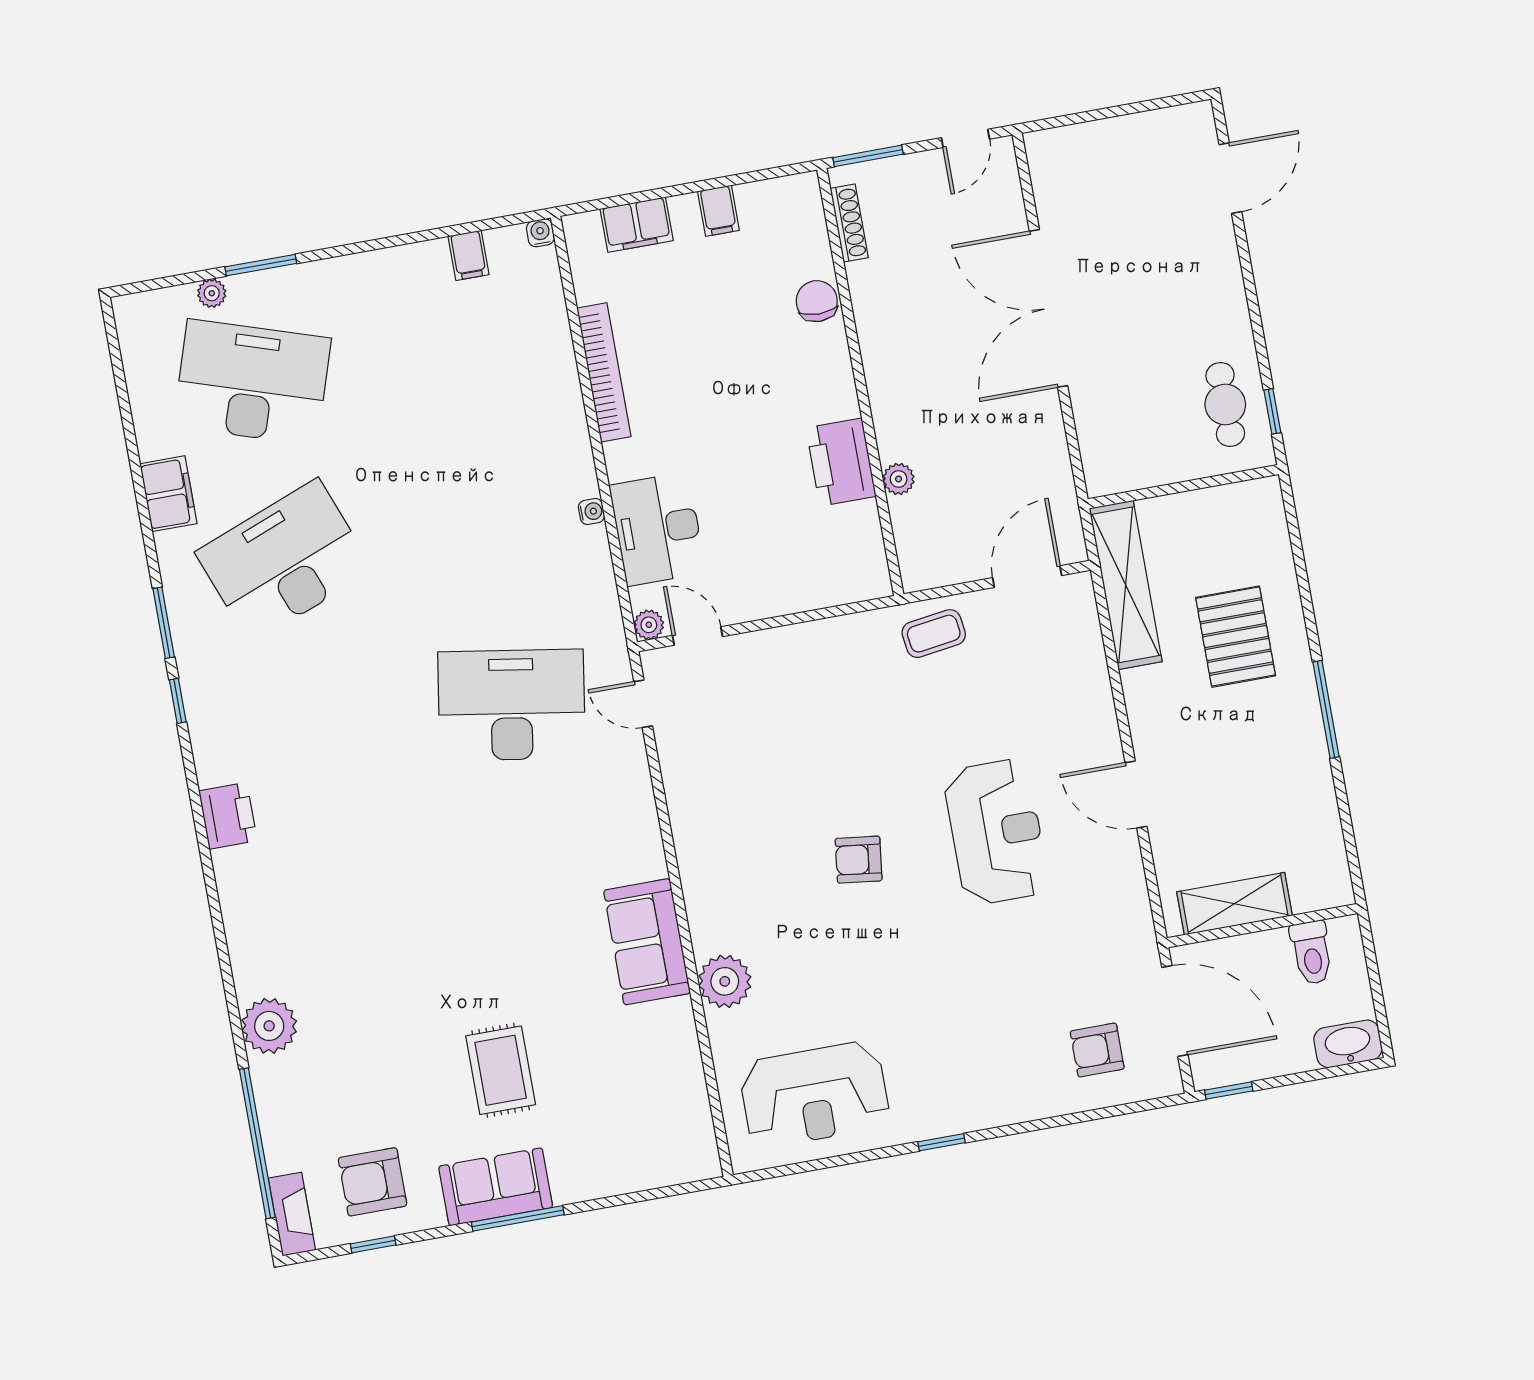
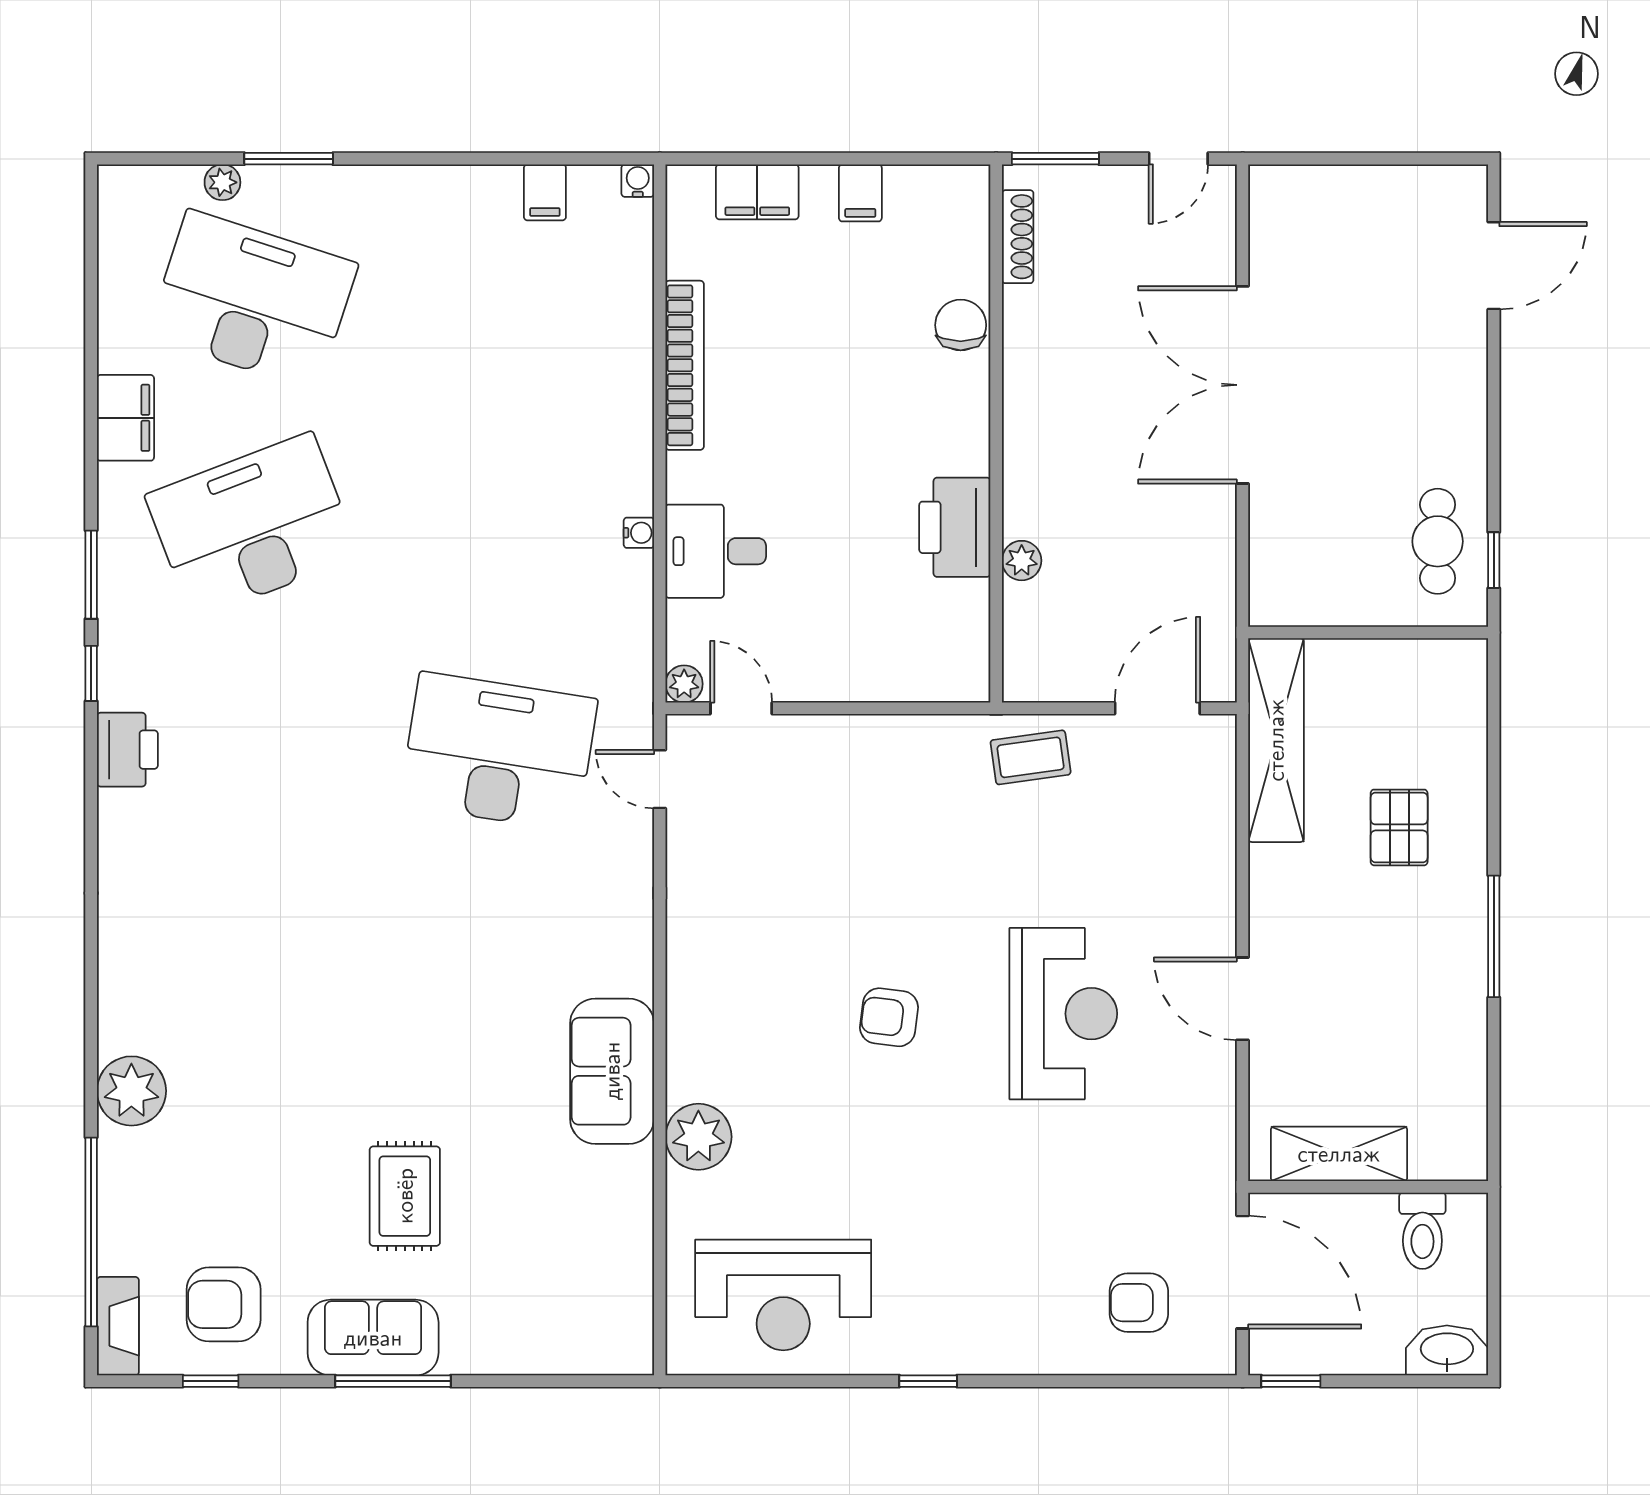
desk: (657, 529) -> (716, 551), width x0.73
pallet: (1236, 637) -> (1399, 827), width x0.67, depth x0.71
printer: (228, 816) -> (127, 750), moved

